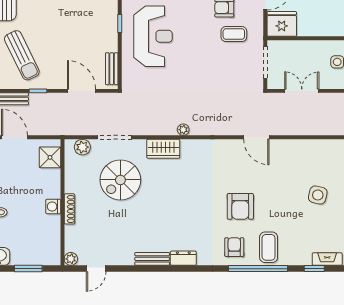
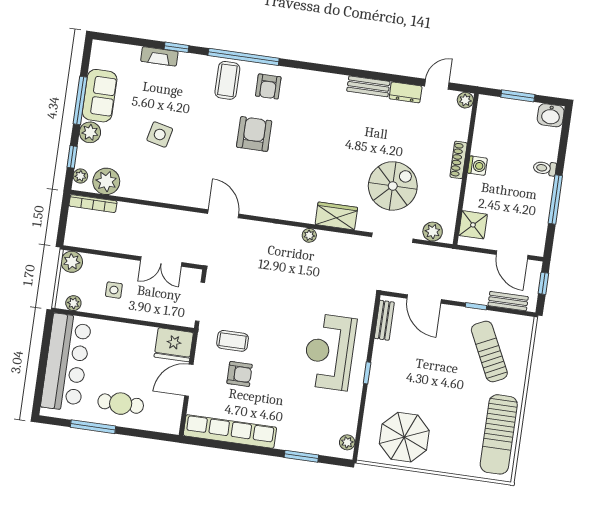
dresser: (183, 258) -> (406, 92), moved

